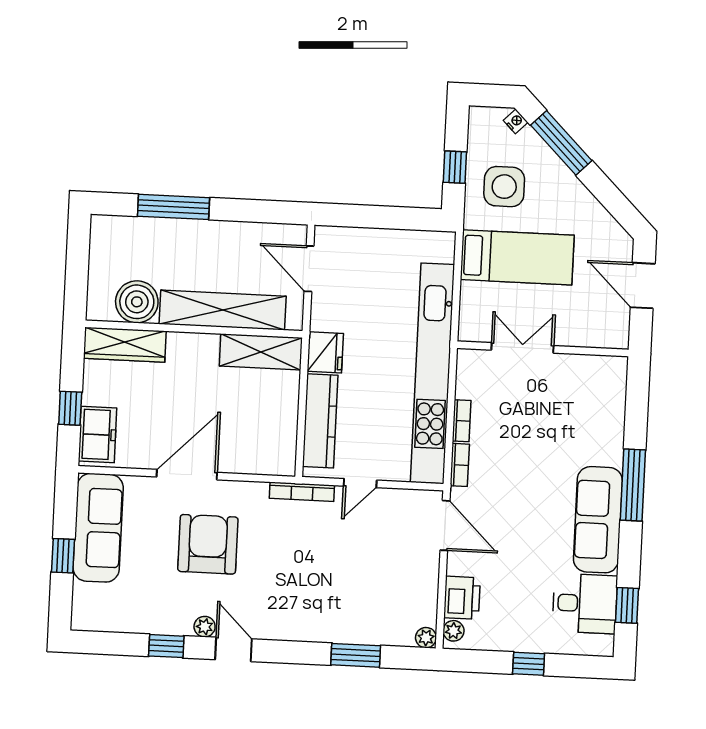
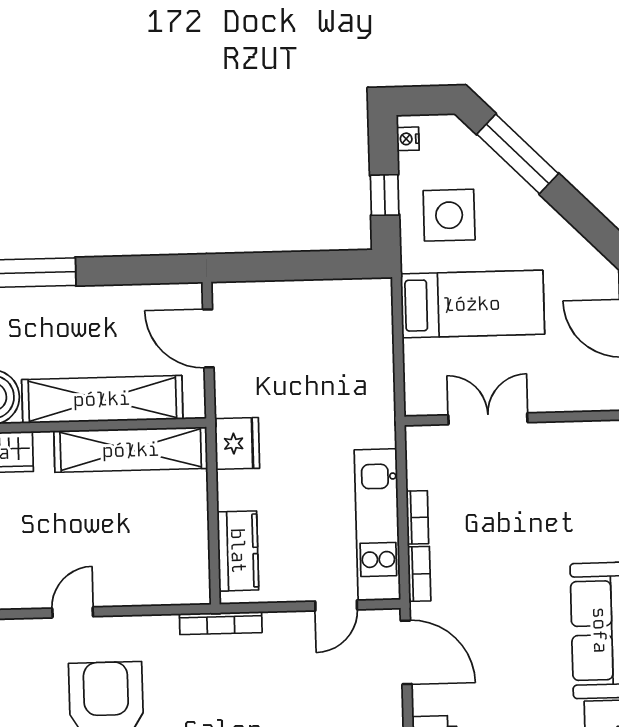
nightstand: (516, 121) -> (408, 139), moved, turned -135
shelving: (261, 352) -> (131, 450), width x1.47
kitchen unit: (432, 373) -> (377, 525), width x0.54
kitchen counter: (320, 421) -> (238, 551), width x0.67
door: (187, 475) -> (73, 612), width x0.53
door: (360, 483) -> (336, 605), moved

